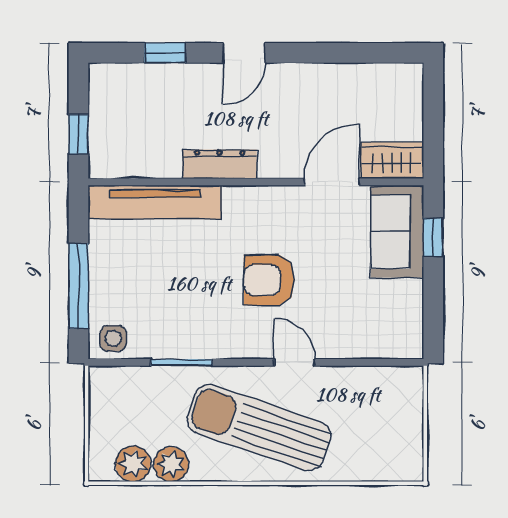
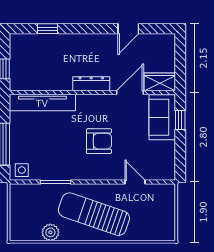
door: (244, 53) -> (128, 29), moved
dresser: (220, 164) -> (91, 84), moved
armchair: (269, 280) -> (99, 141), turned 180
door: (295, 362) -> (135, 182), moved
plant: (133, 464) -> (32, 232), removed

